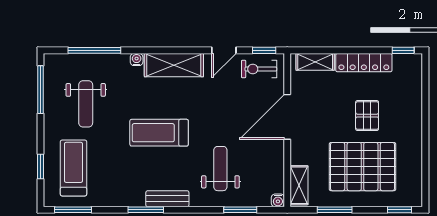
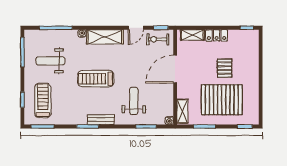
locker: (364, 63) -> (217, 35), width x0.66
weight bench: (86, 104) -> (50, 61), turned 90

